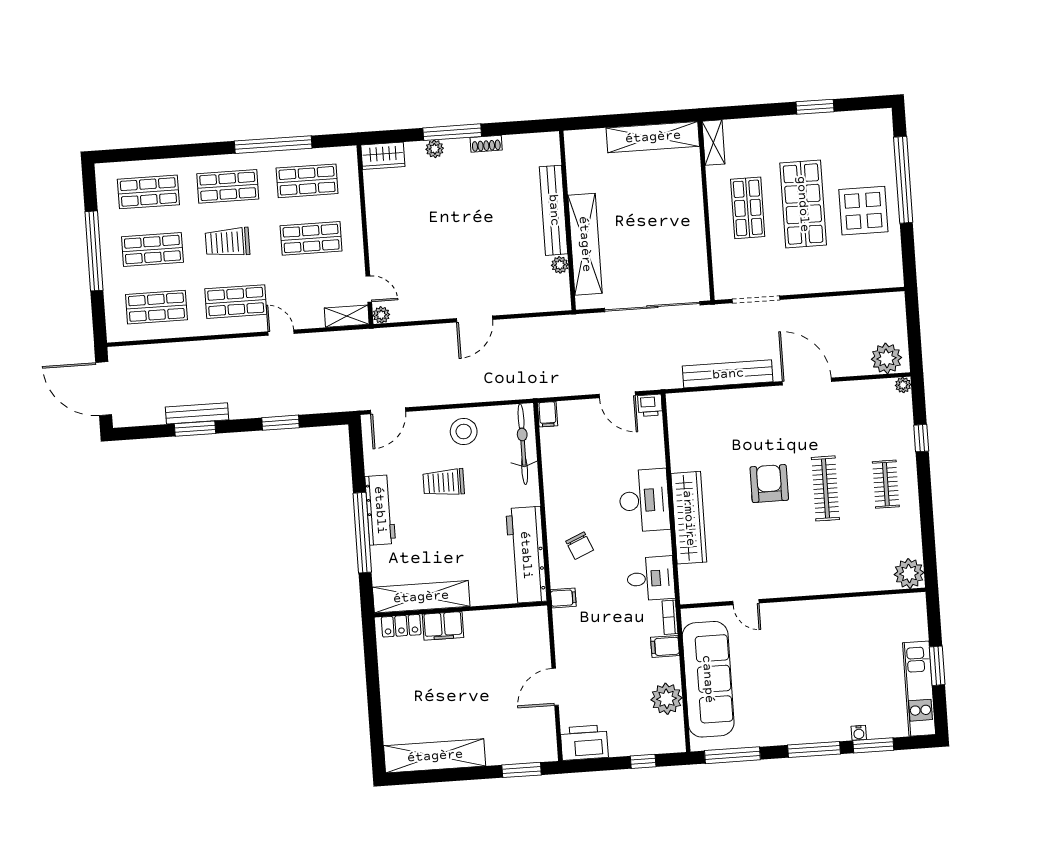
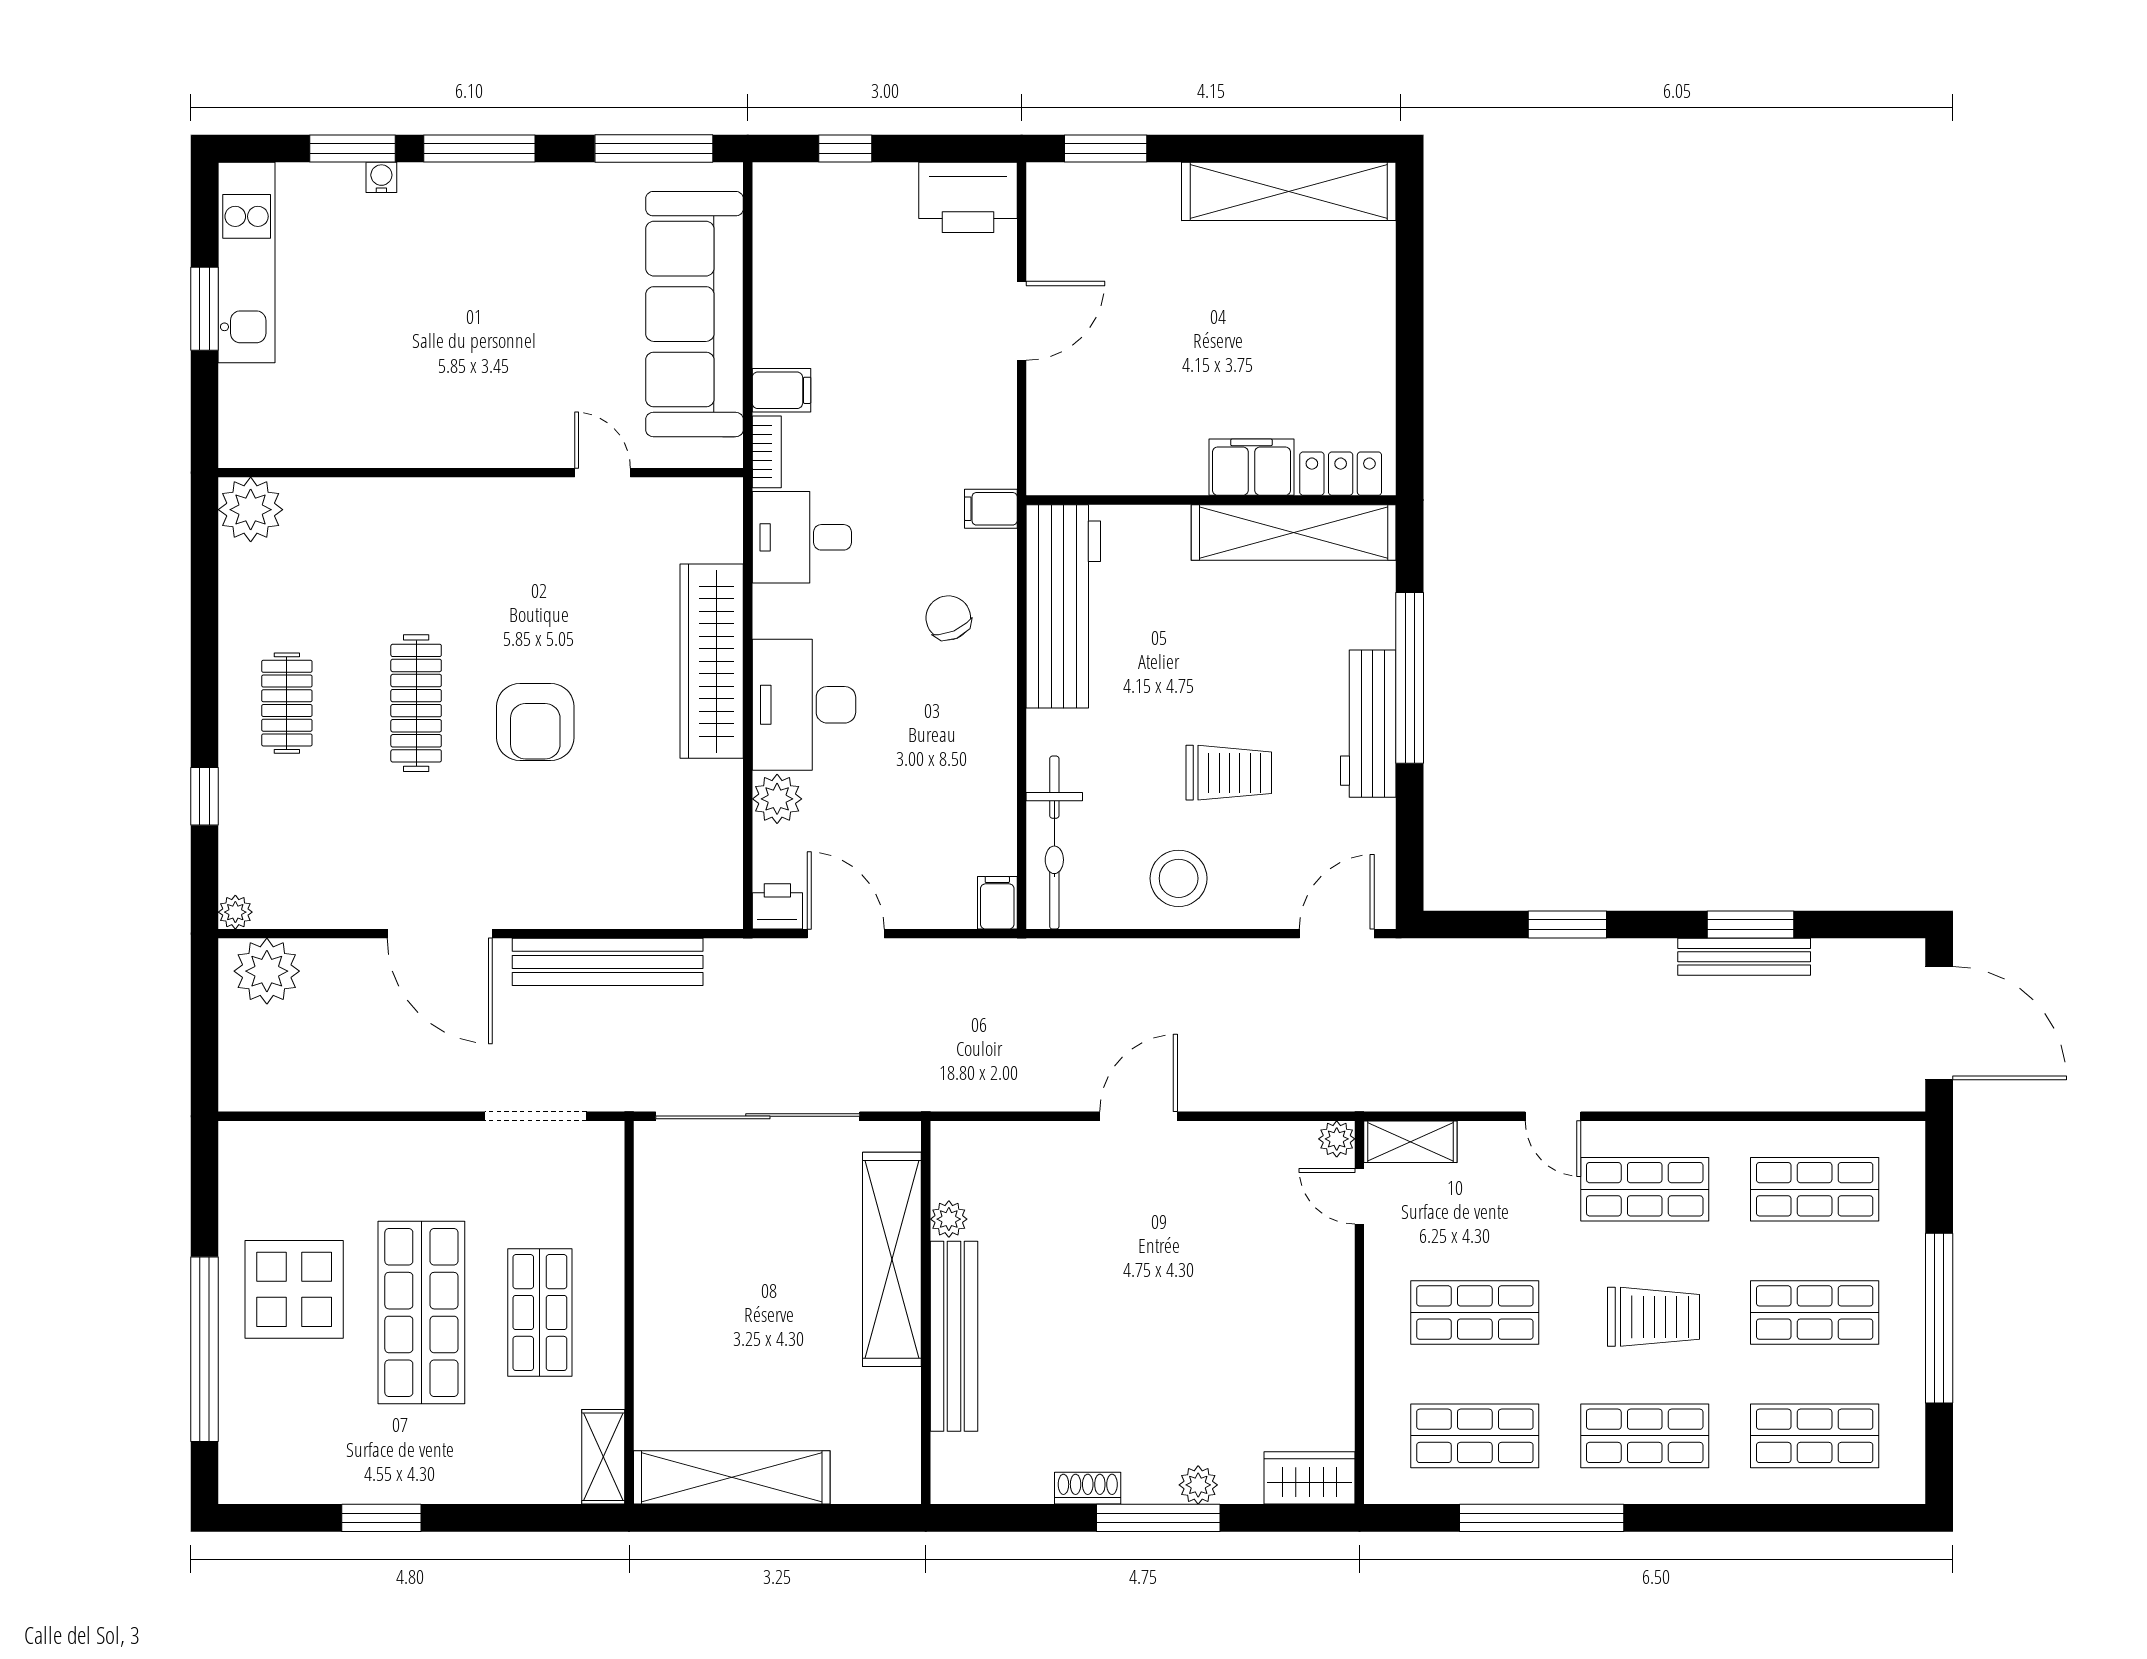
plant: (667, 699) -> (777, 799), moved, width x0.73, depth x0.73

